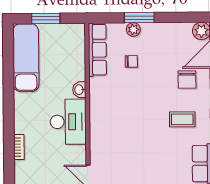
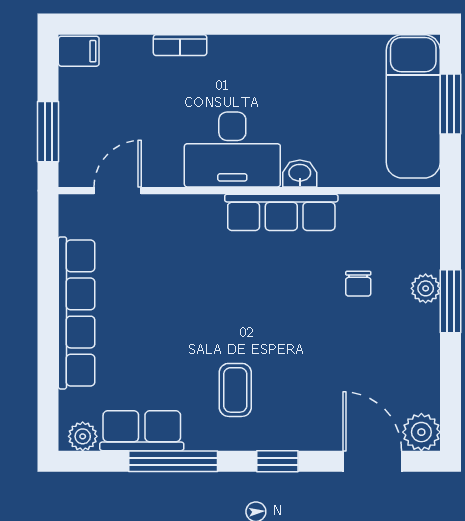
row of seats: (97, 50) -> (281, 212), moved
exam couch: (26, 58) -> (413, 106), moved, turned 90
chair: (187, 79) -> (319, 401), removed

